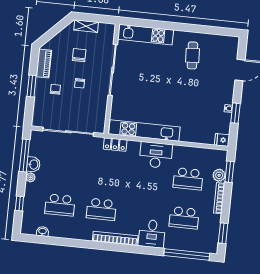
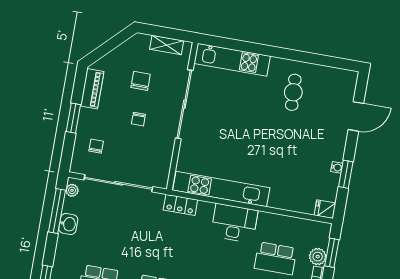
shelving: (86, 26) -> (167, 45), moved
chair: (55, 89) -> (96, 146), moved
plant: (30, 177) -> (72, 190), moved

